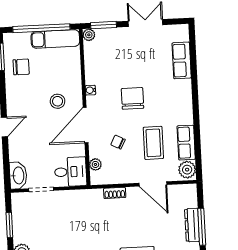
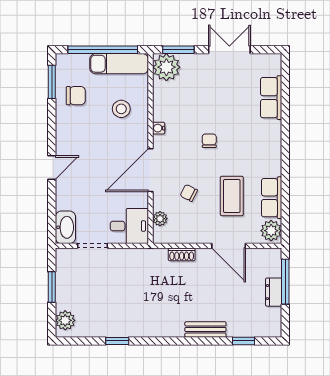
plant: (89, 35) -> (166, 67), width x1.87, depth x1.87
chair: (133, 98) -> (209, 141), width x0.54, depth x0.54
stool: (58, 101) -> (121, 109), moved
dresser: (192, 225) -> (274, 292), width x0.70
window: (202, 227) -> (285, 282), moved

